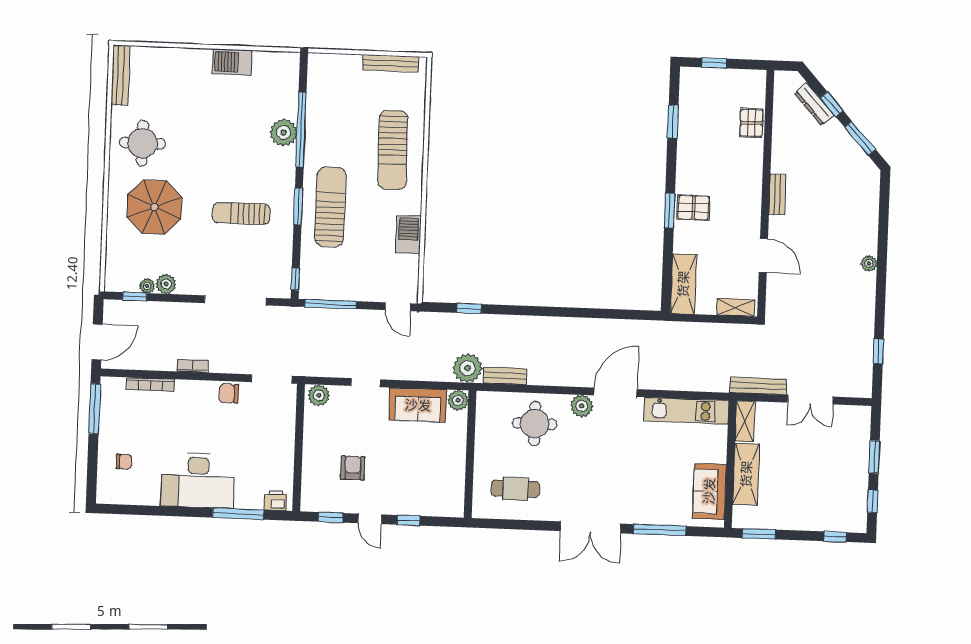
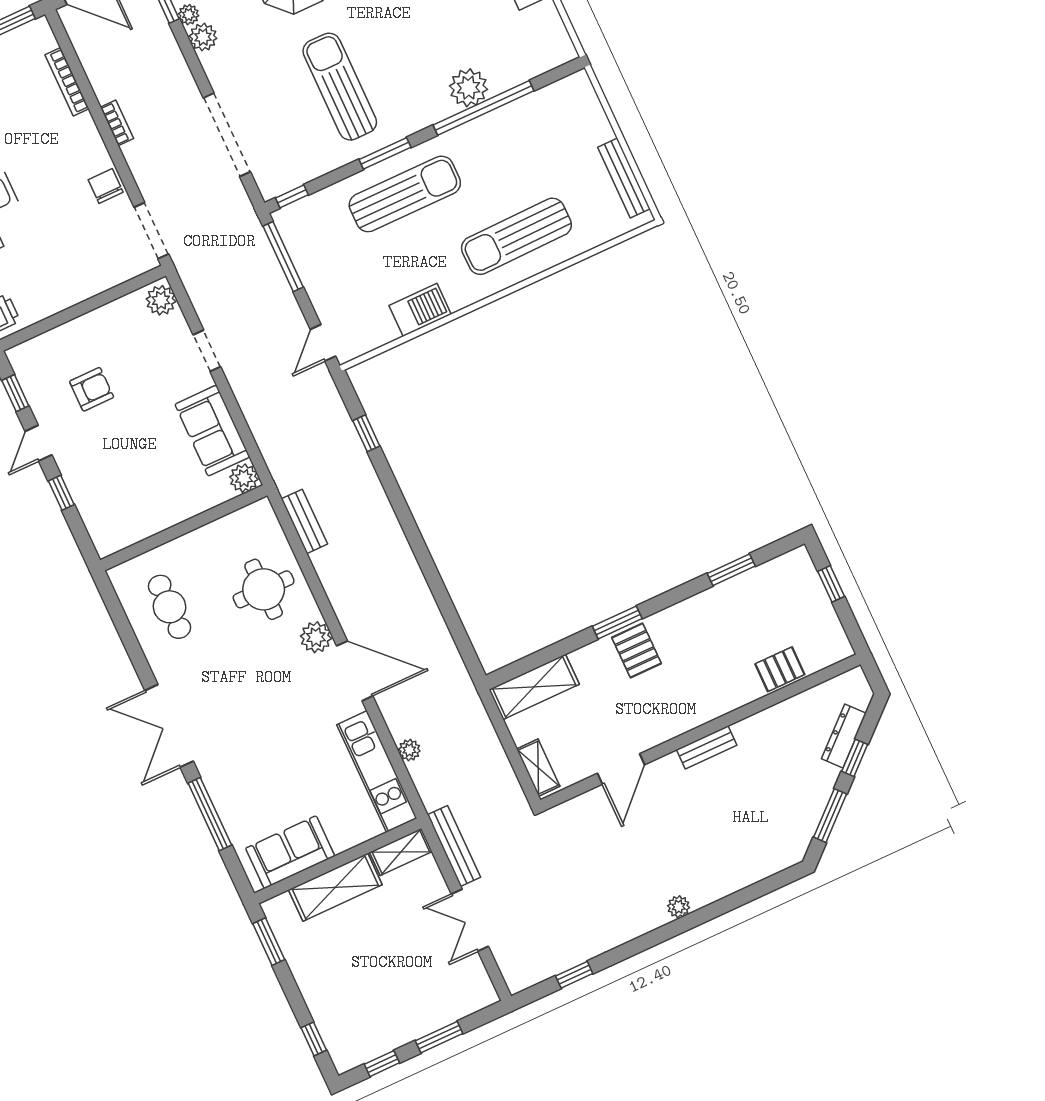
sun lounger: (241, 213) -> (340, 87), width x1.36, depth x1.34
plant: (468, 368) -> (409, 750), moved, width x0.53, depth x0.53

